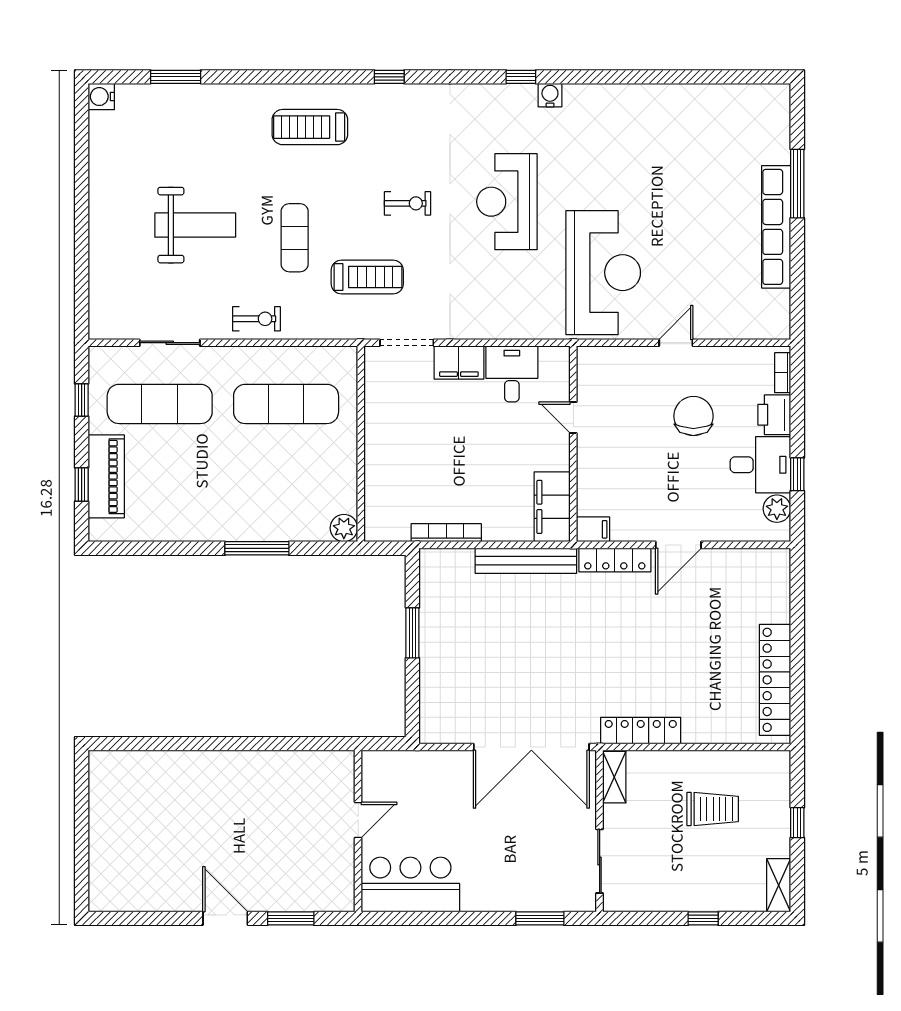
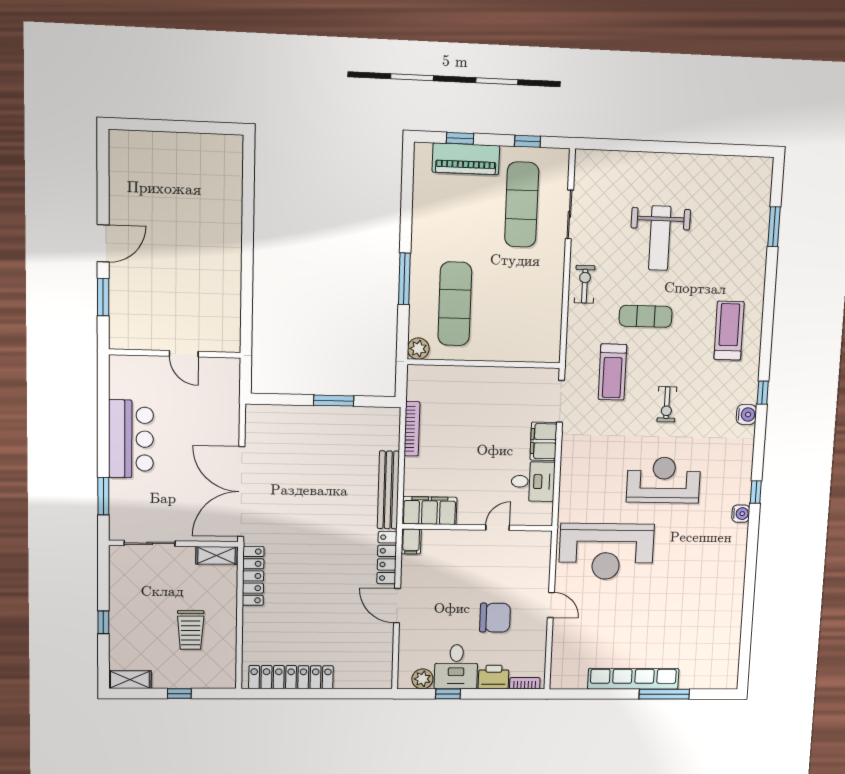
water cooler: (101, 97) -> (746, 414), moved, turned 90
exercise bike: (256, 319) -> (585, 284), turned 180
exercise mat: (286, 404) -> (455, 304), moved
bar counter: (410, 885) -> (131, 439), moved

